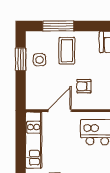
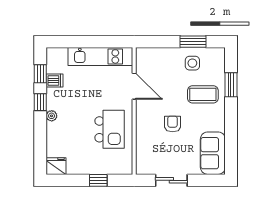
window: (58, 26) -> (231, 85), width x0.69
armchair: (84, 86) -> (173, 124), moved

